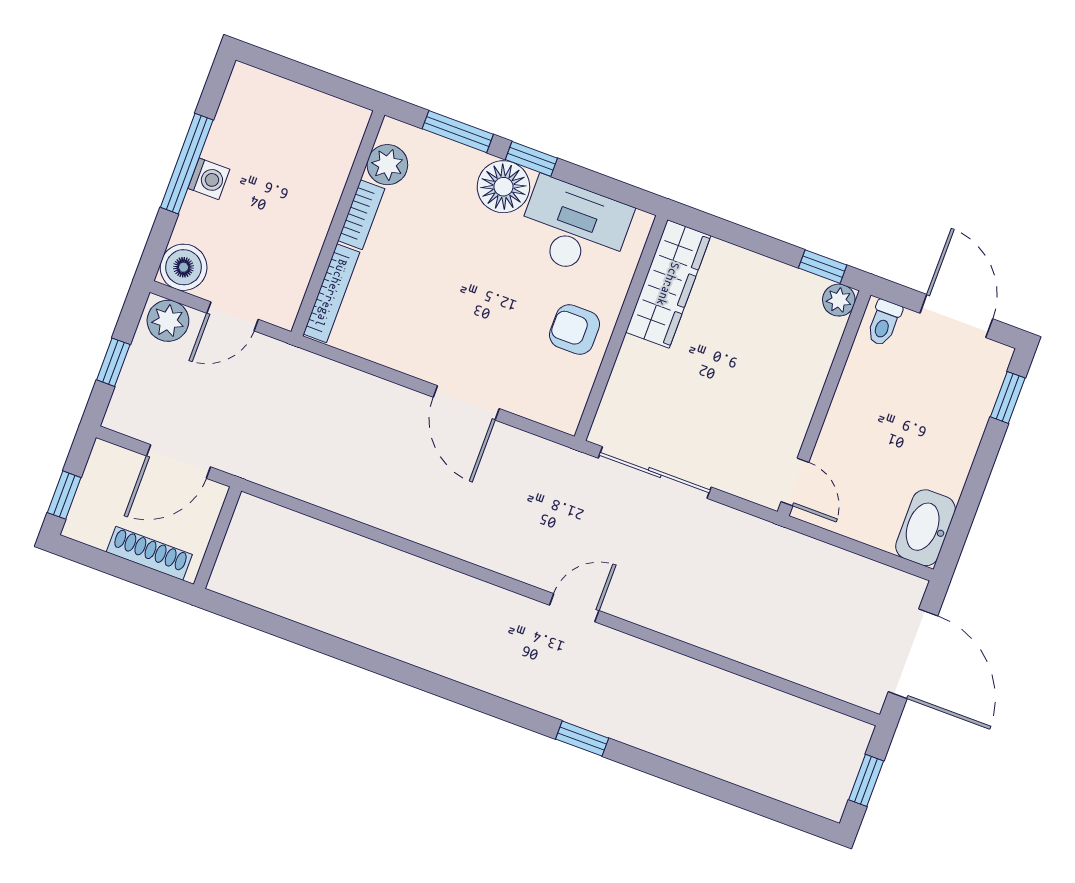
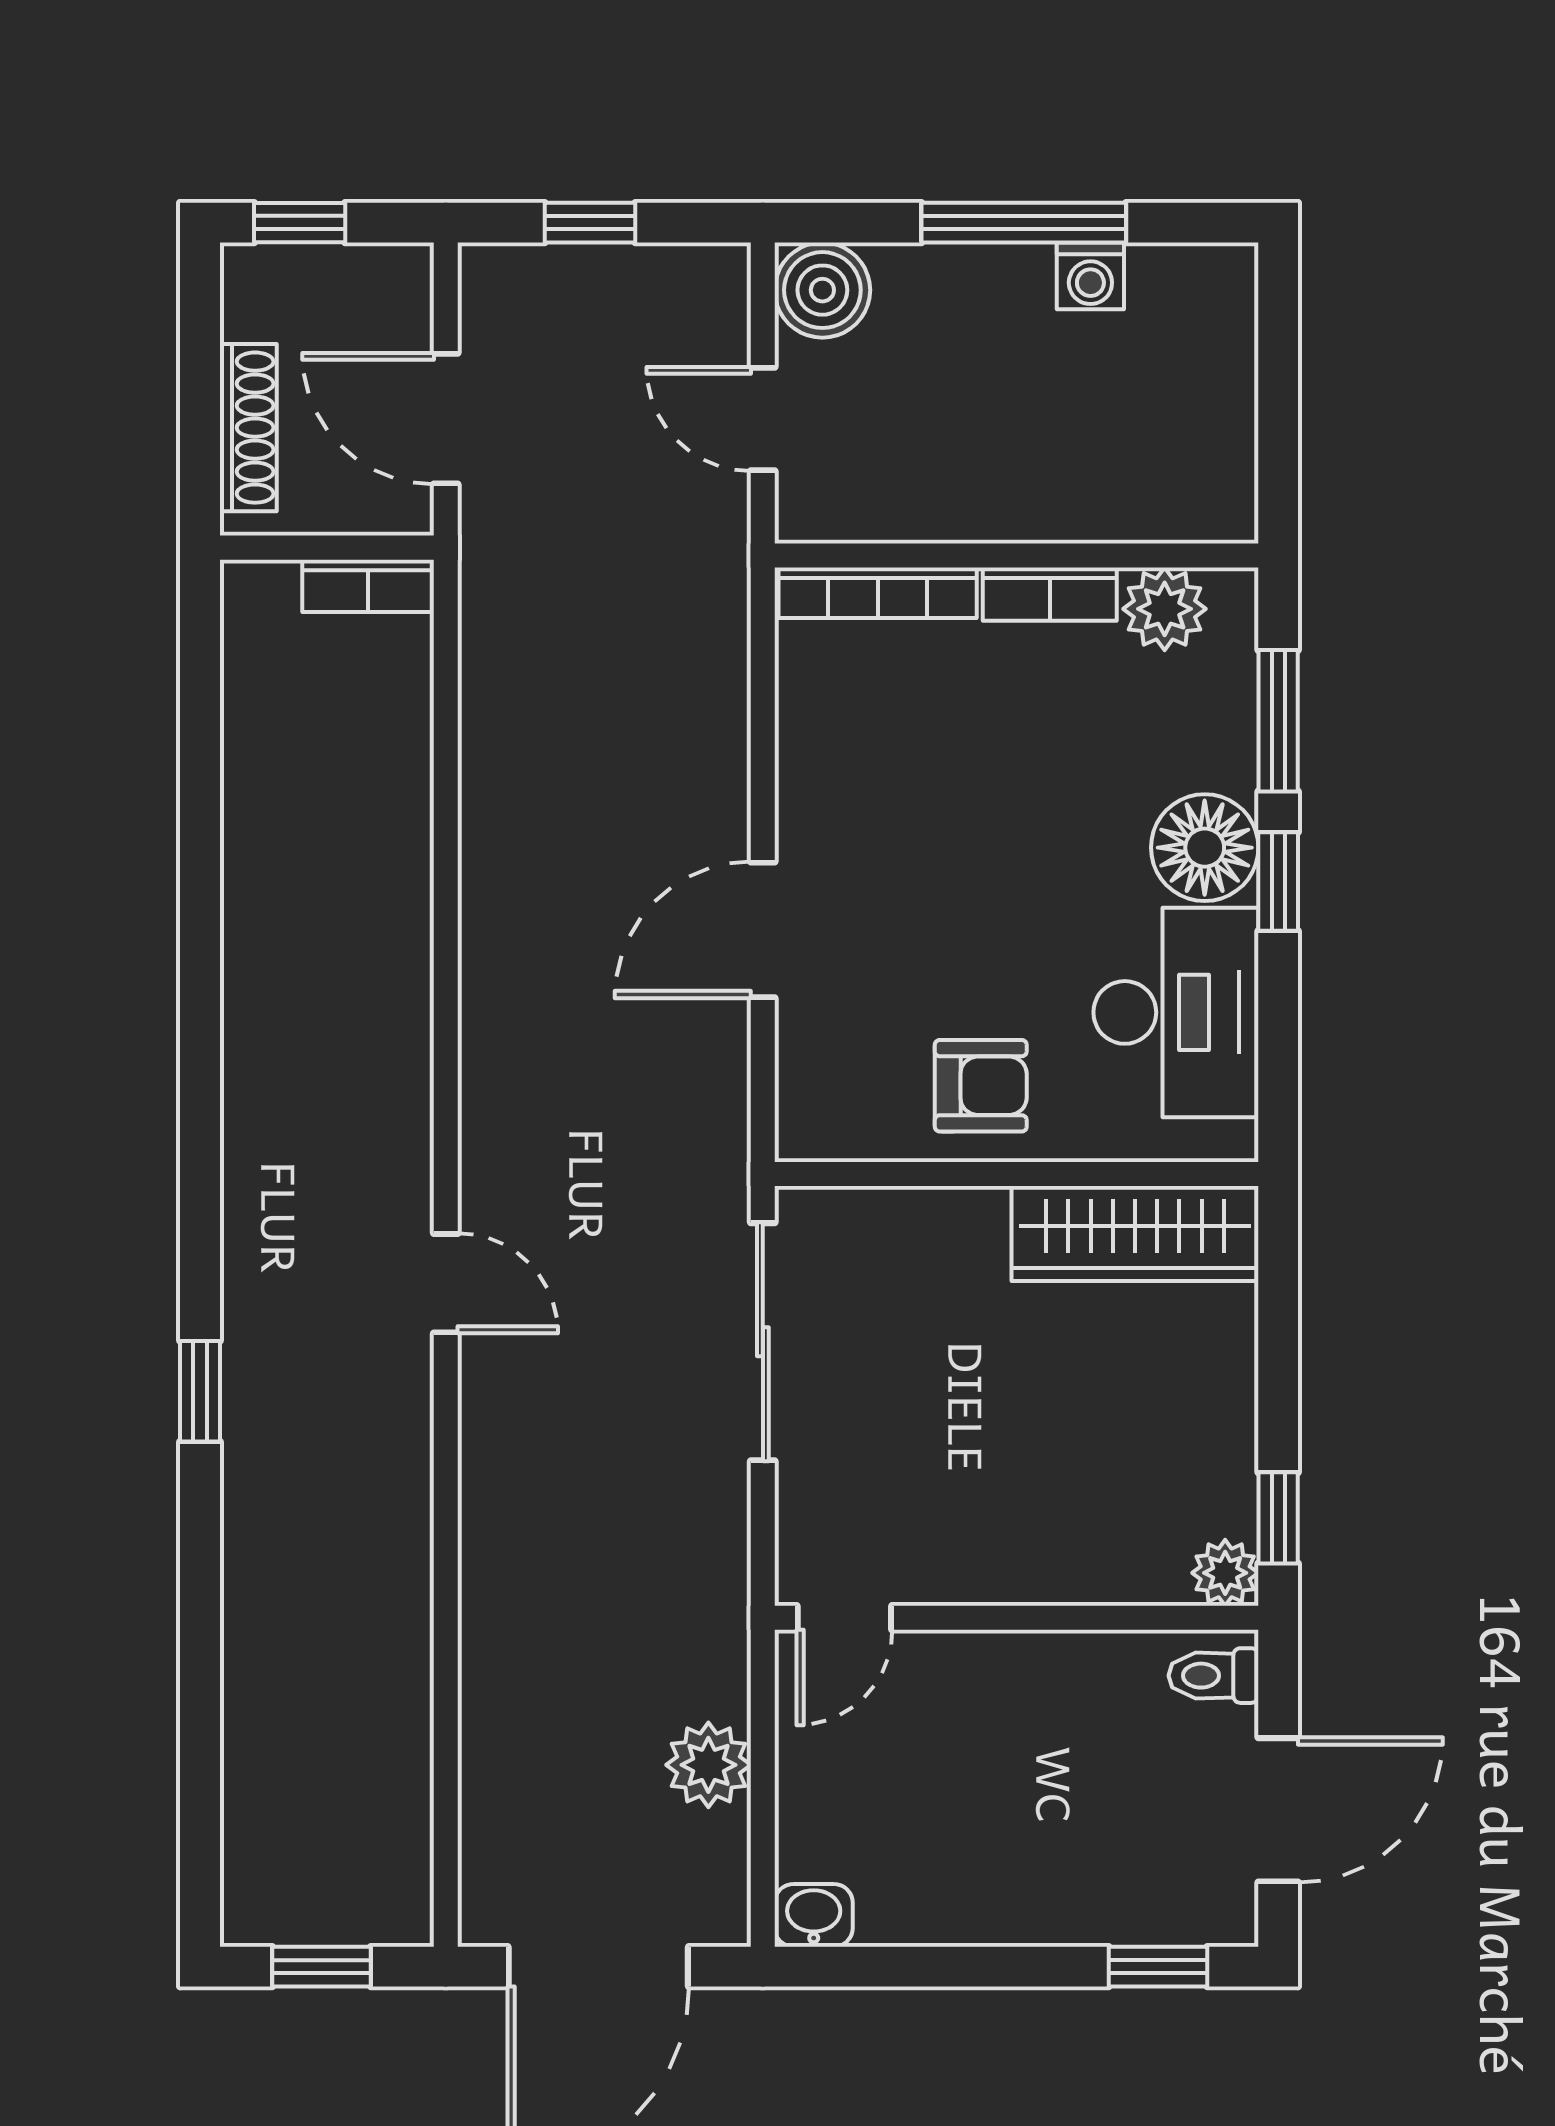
washing machine: (209, 179) -> (1090, 276), moved
plant: (168, 321) -> (708, 1765), moved
armchair: (575, 330) -> (981, 1086), turned 90
bookcase: (242, 525) -> (368, 586), added
washbasin: (926, 528) -> (814, 1915), width x0.52, depth x0.69

